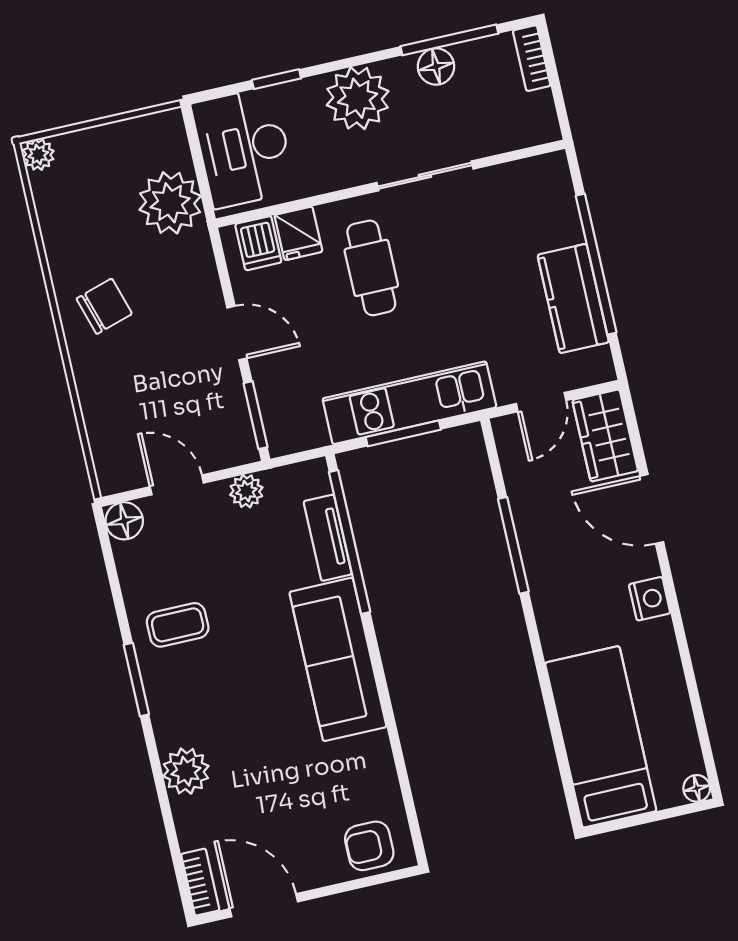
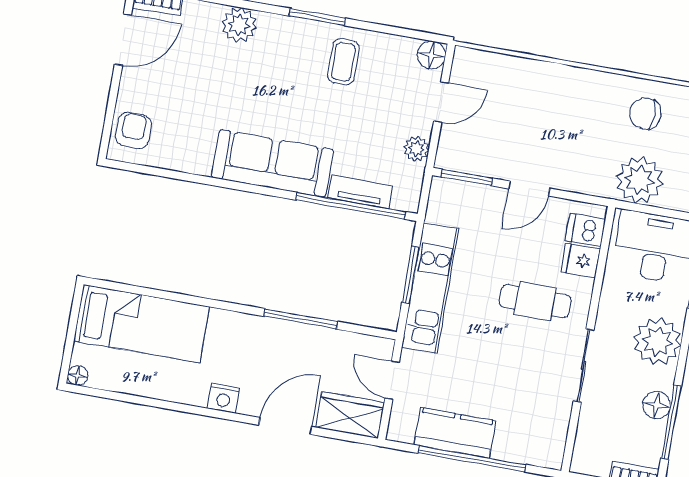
chair: (104, 306) -> (645, 114), moved, turned 107

